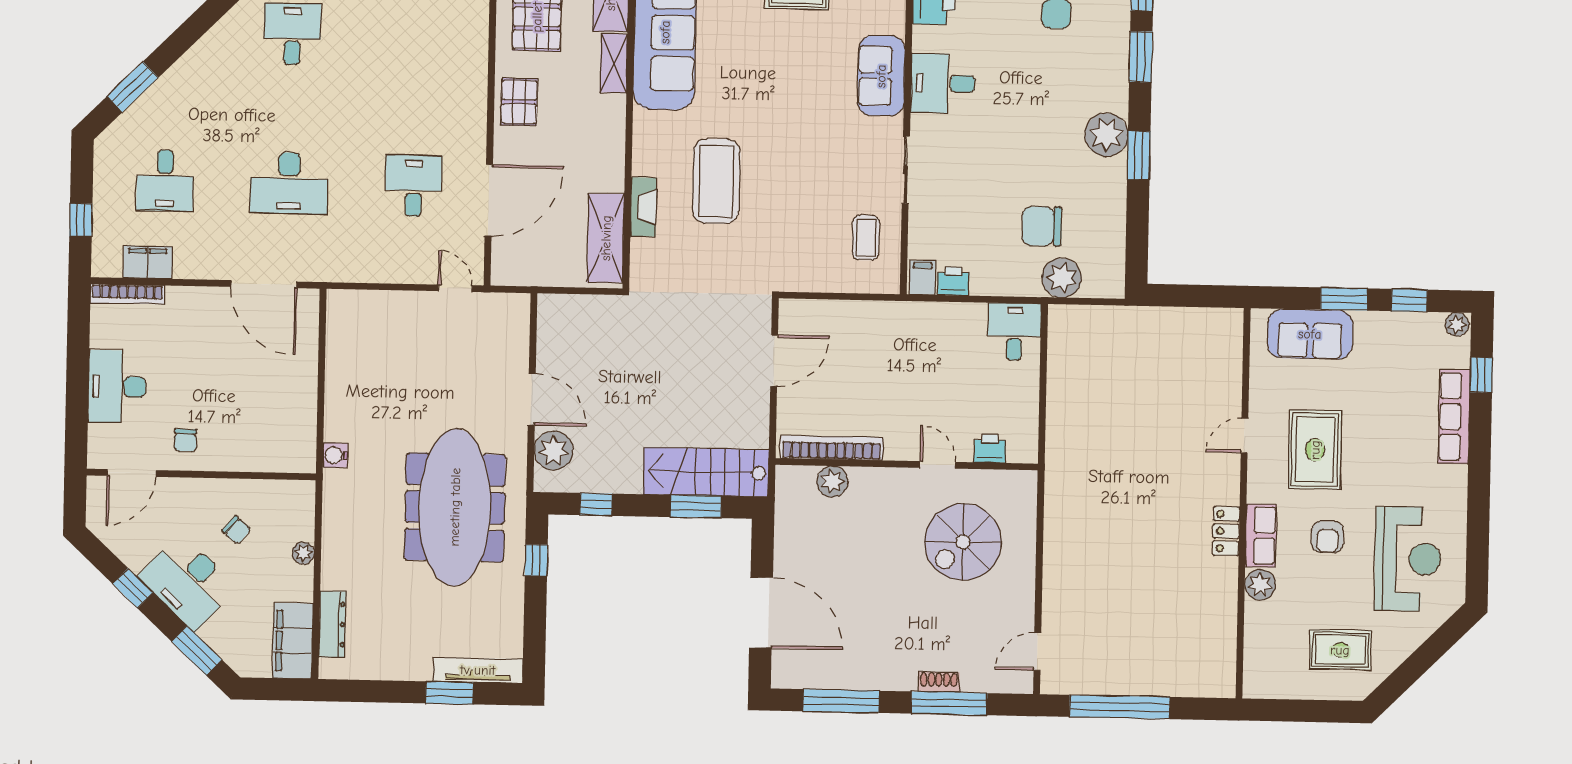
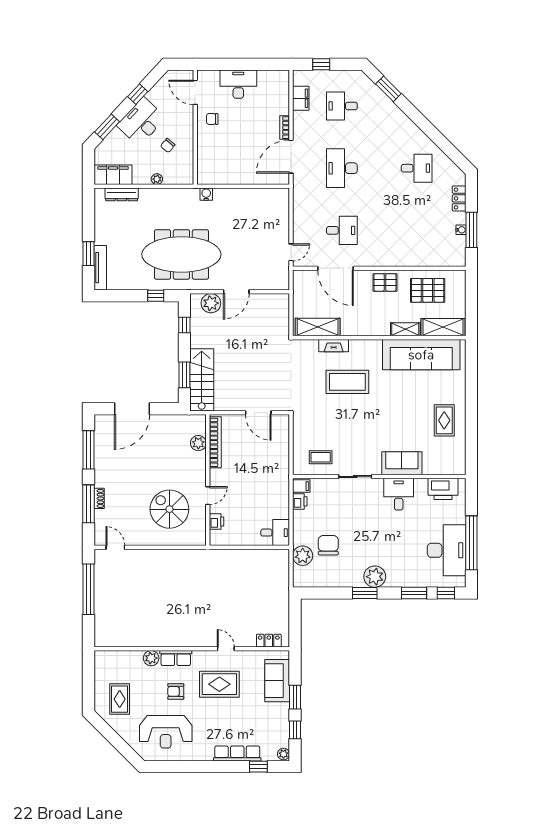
bookcase: (127, 294) -> (285, 128), moved, width x0.64
locker: (1226, 531) -> (269, 641), moved

